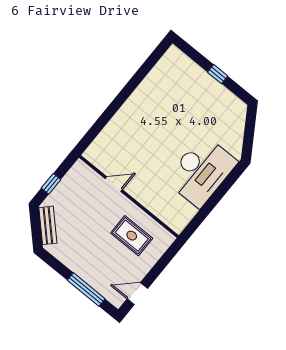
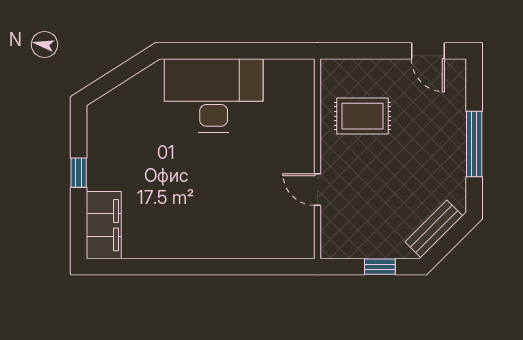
filing cabinet: (182, 65) -> (104, 225), added
rug: (132, 236) -> (362, 116), turned 90
window: (86, 290) -> (474, 144), moved

